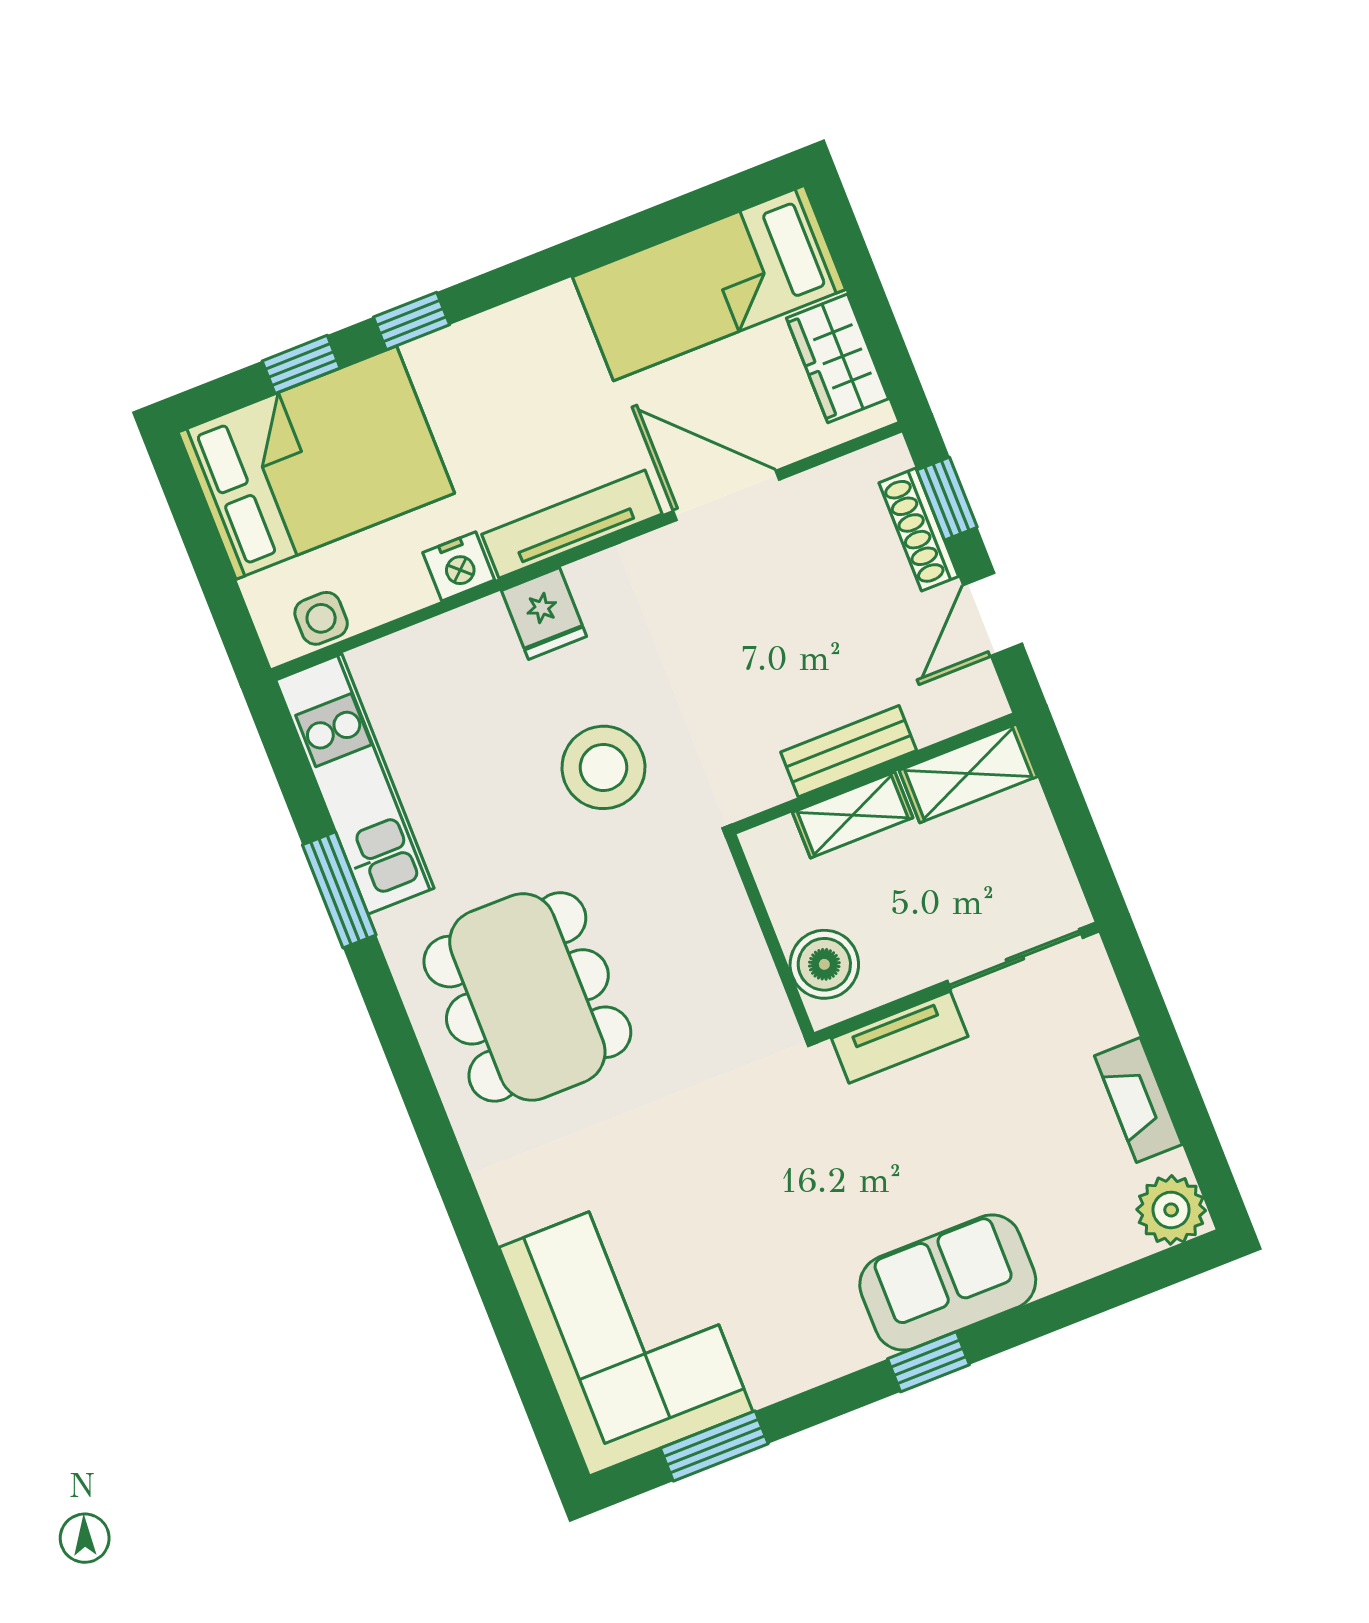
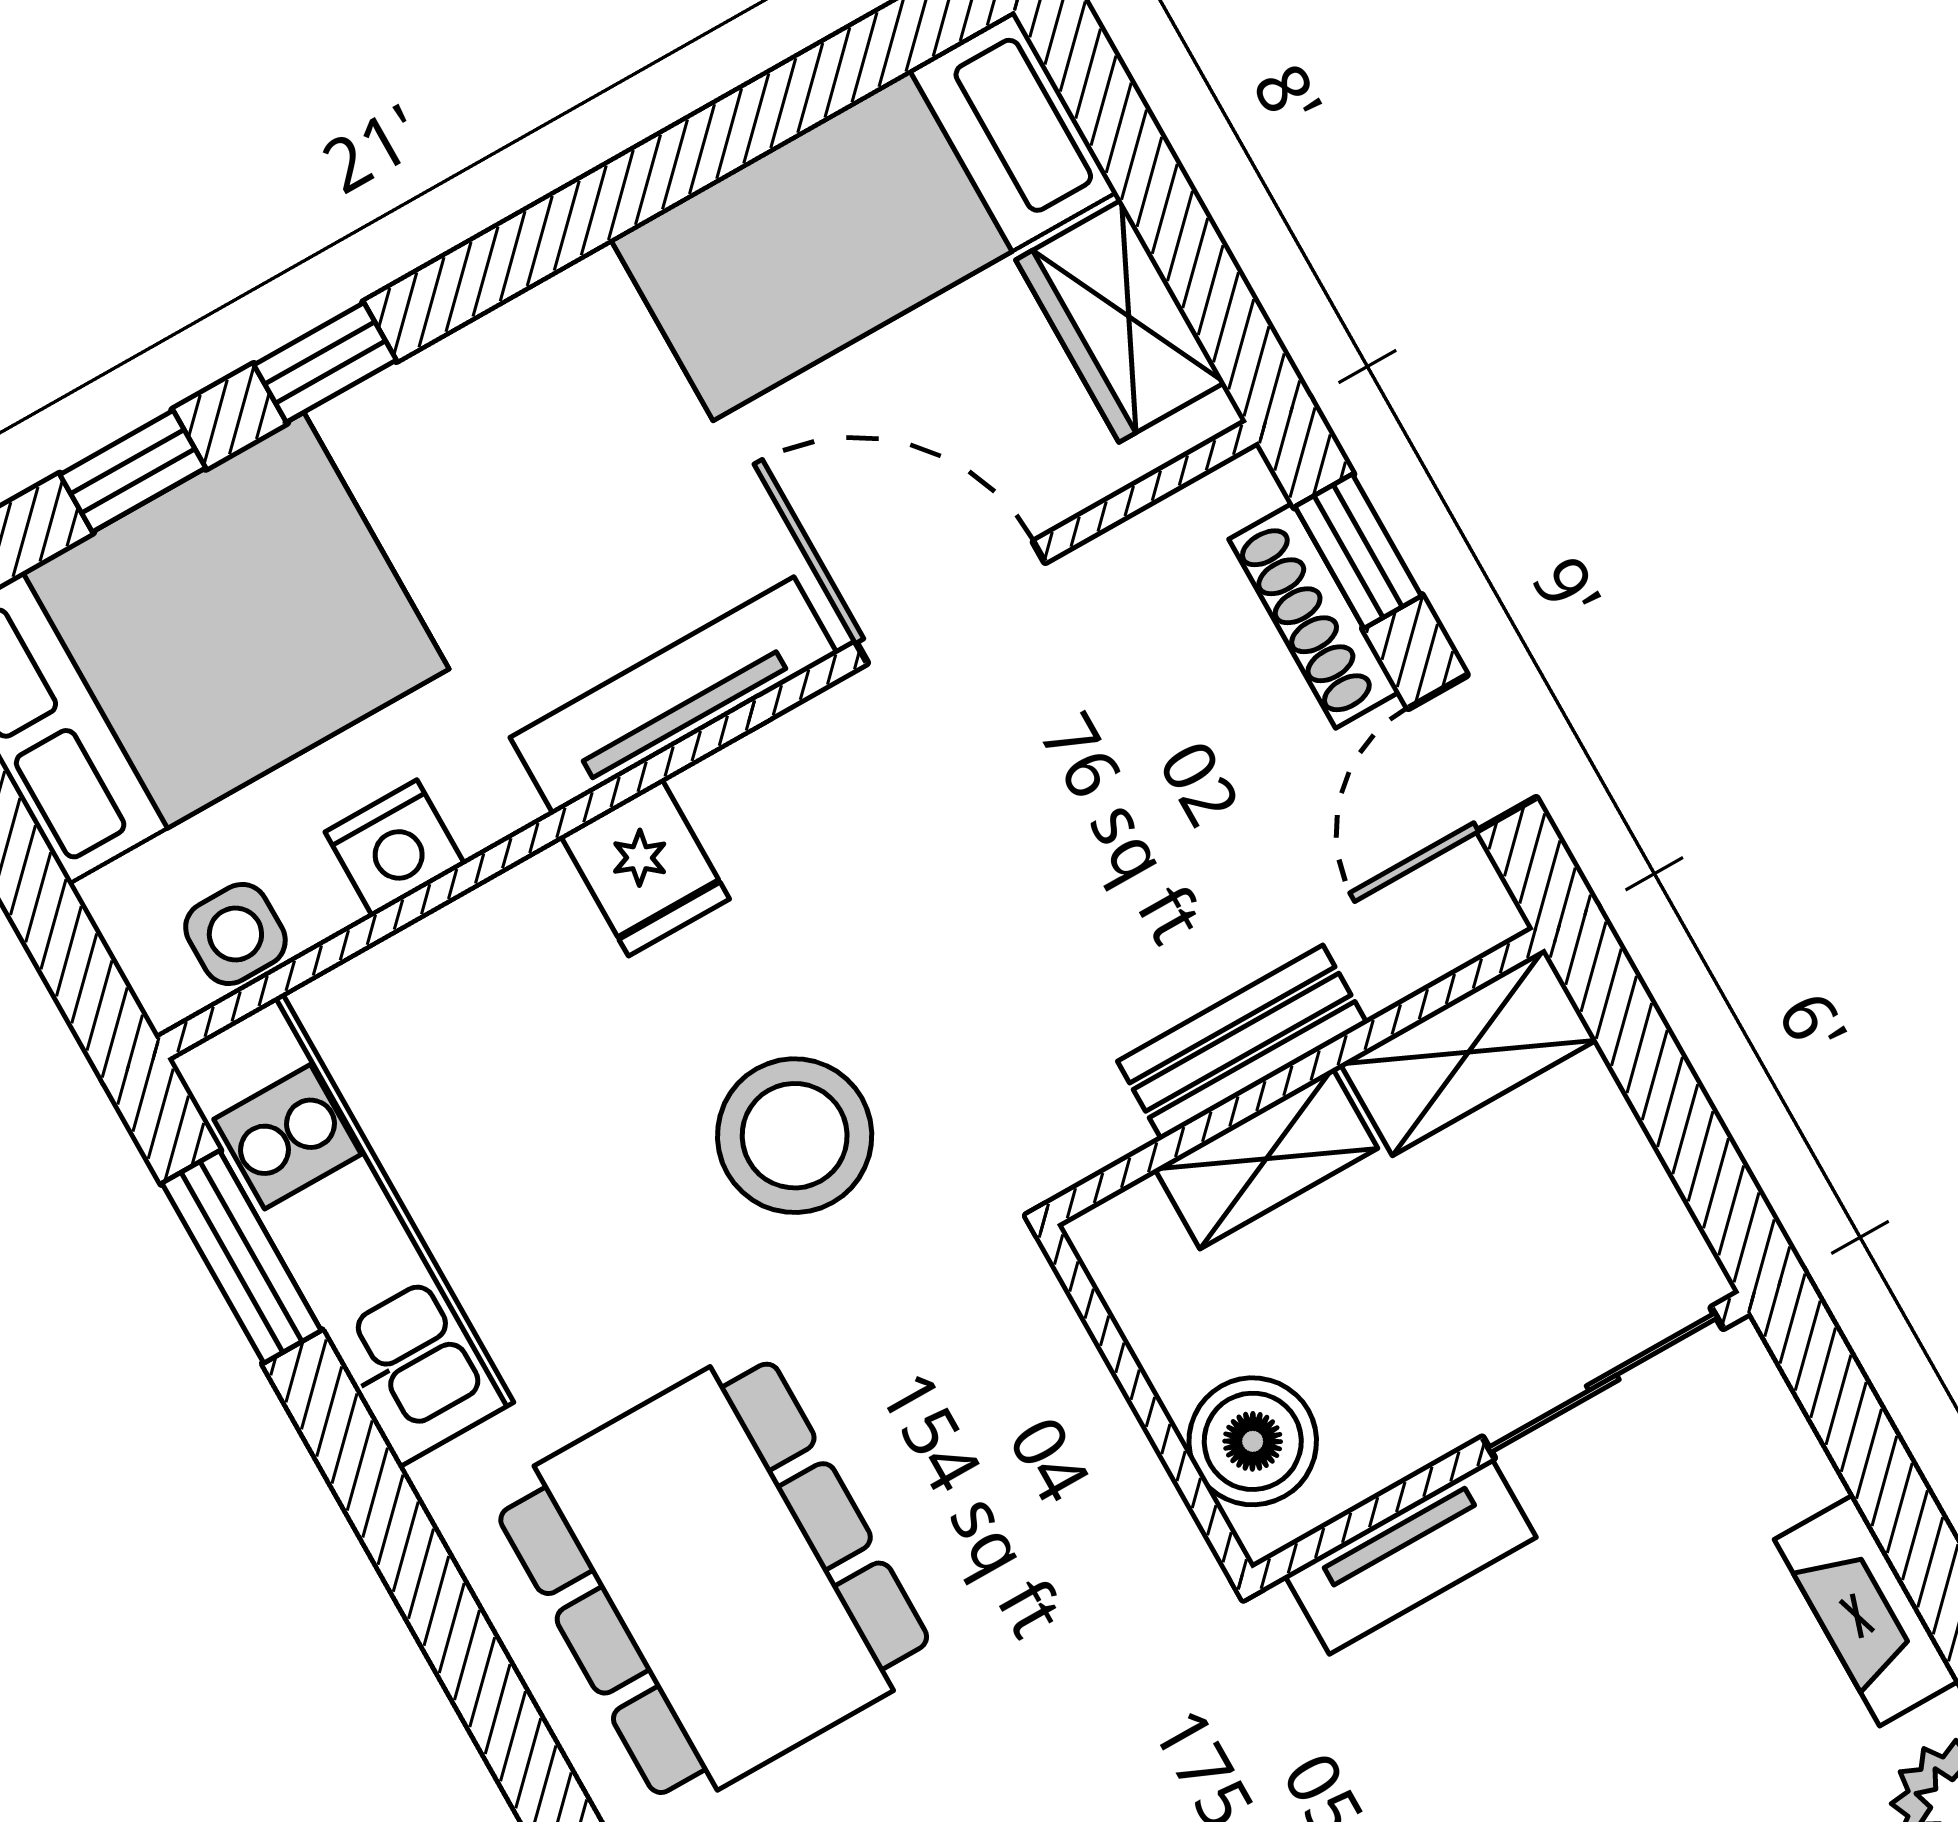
nightstand: (459, 566) -> (395, 848), moved
window: (339, 890) -> (242, 1257), moved

